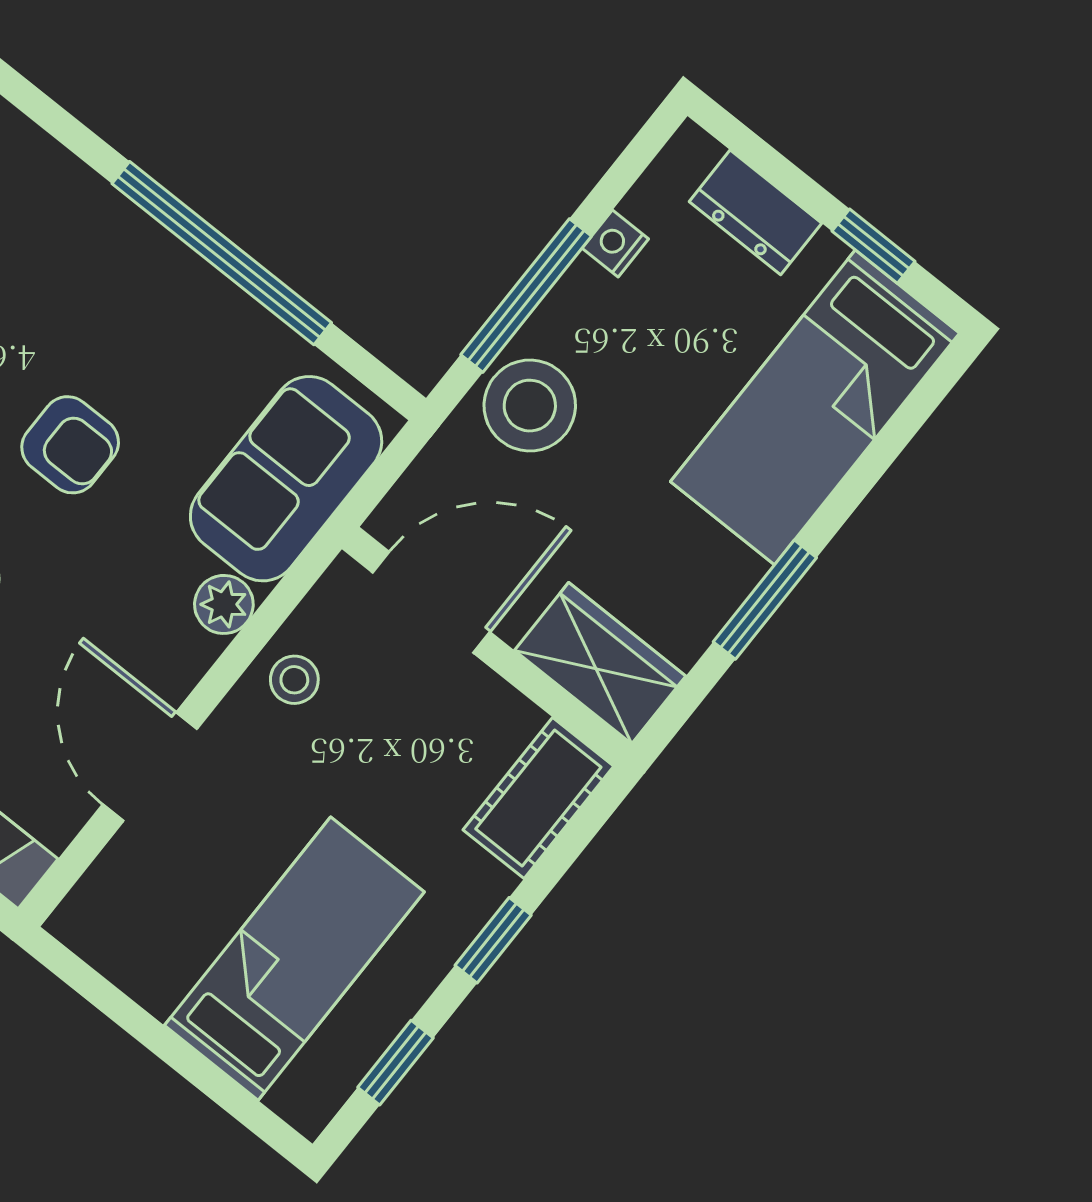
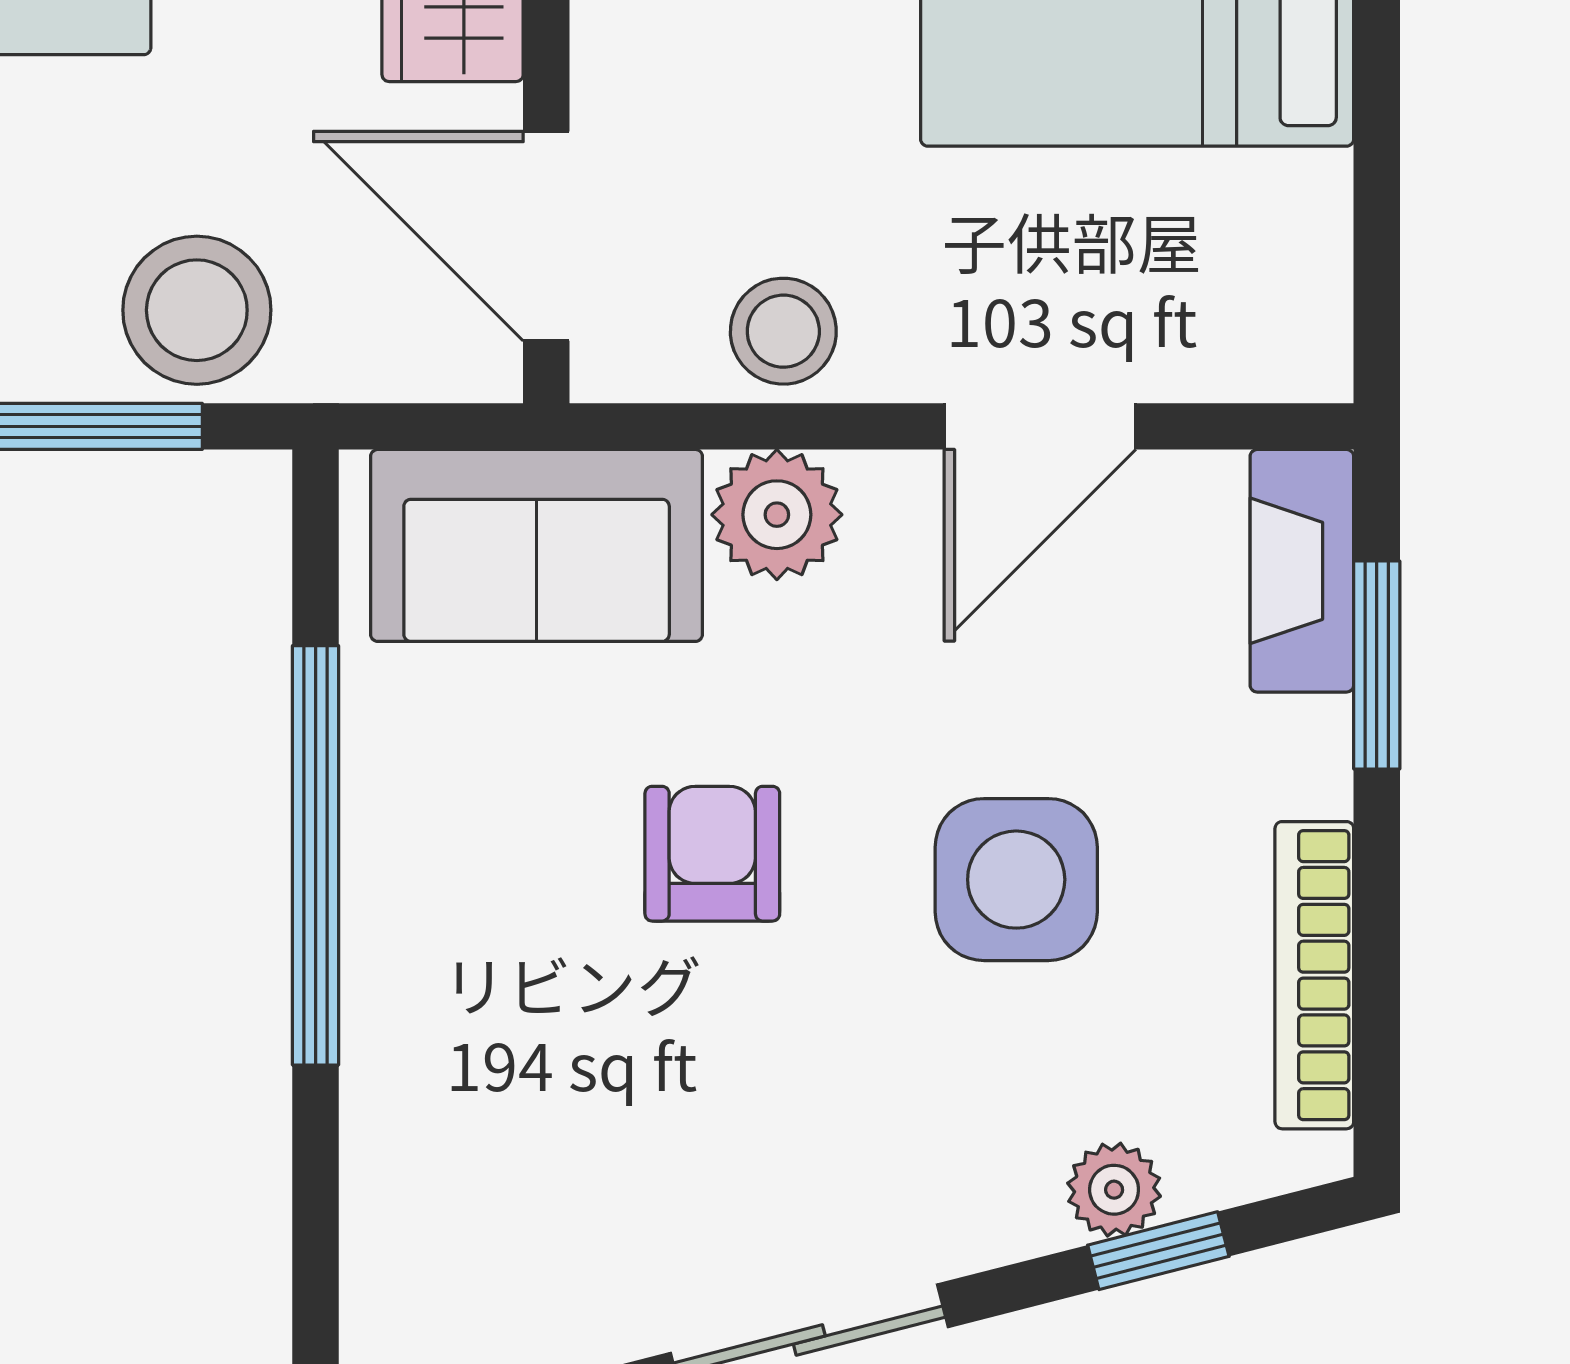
plant: (224, 604) -> (777, 515), width x1.38, depth x1.38
stool: (294, 680) -> (783, 331), width x1.37, depth x1.37

